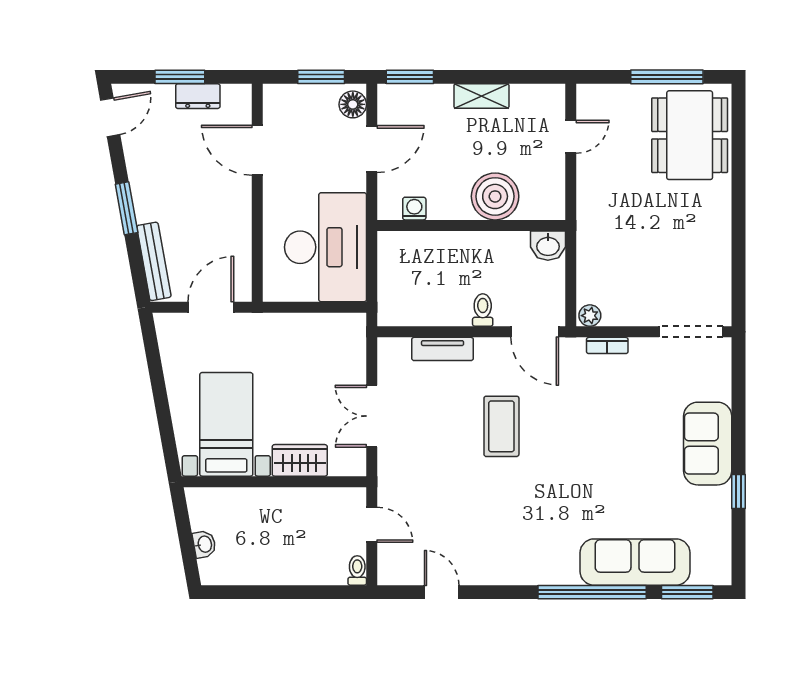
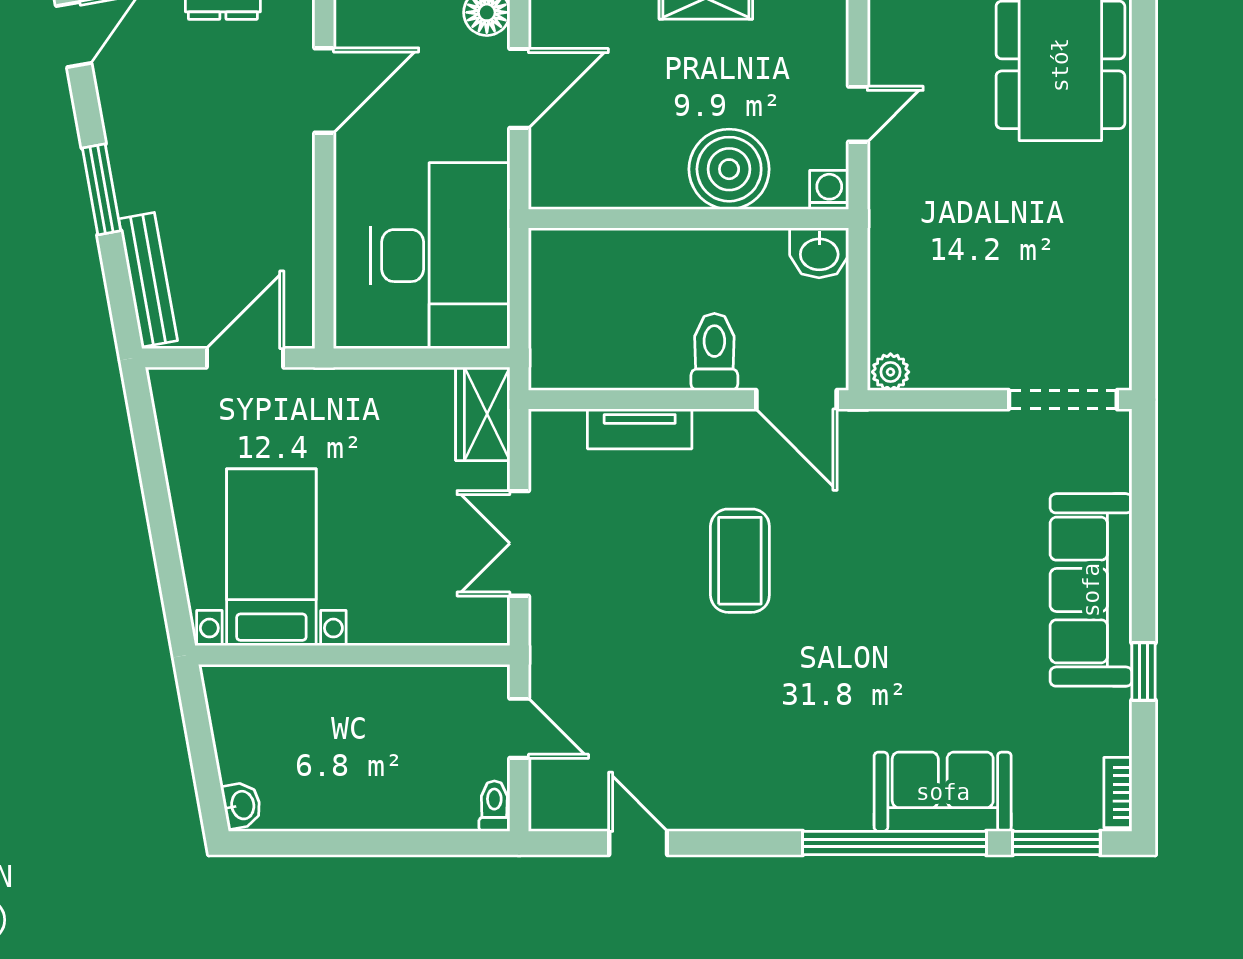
door: (571, 137) -> (858, 114), moved
door: (257, 150) -> (324, 91), swing flipped
washing machine: (414, 209) -> (829, 190), moved
toilet: (483, 310) -> (714, 352), width x1.37, depth x1.39
bookcase: (607, 345) -> (1118, 793), moved, turned 90
sofa: (708, 444) -> (1091, 590), width x1.36
wardrobe: (300, 460) -> (483, 414), moved, turned -90
washbasin: (204, 544) -> (242, 805), moved
sofa: (635, 562) -> (943, 792), width x0.73

